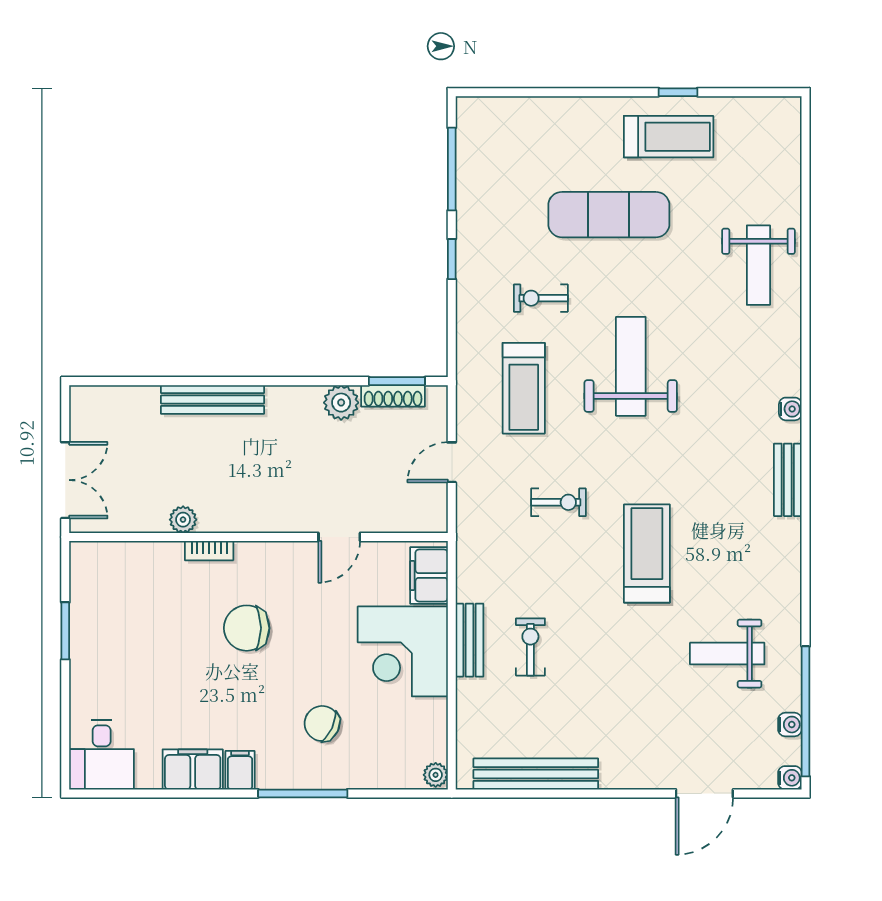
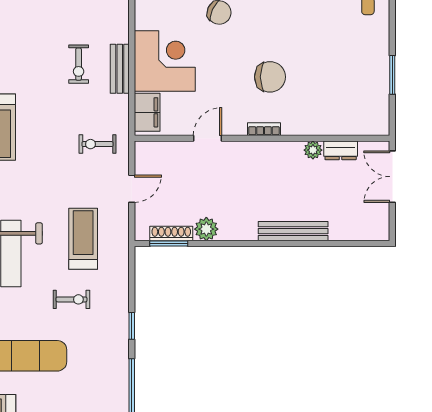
exercise bike: (558, 502) -> (97, 144), moved
dresser: (142, 519) -> (341, 150), added
bookcase: (209, 551) -> (264, 129), moved

